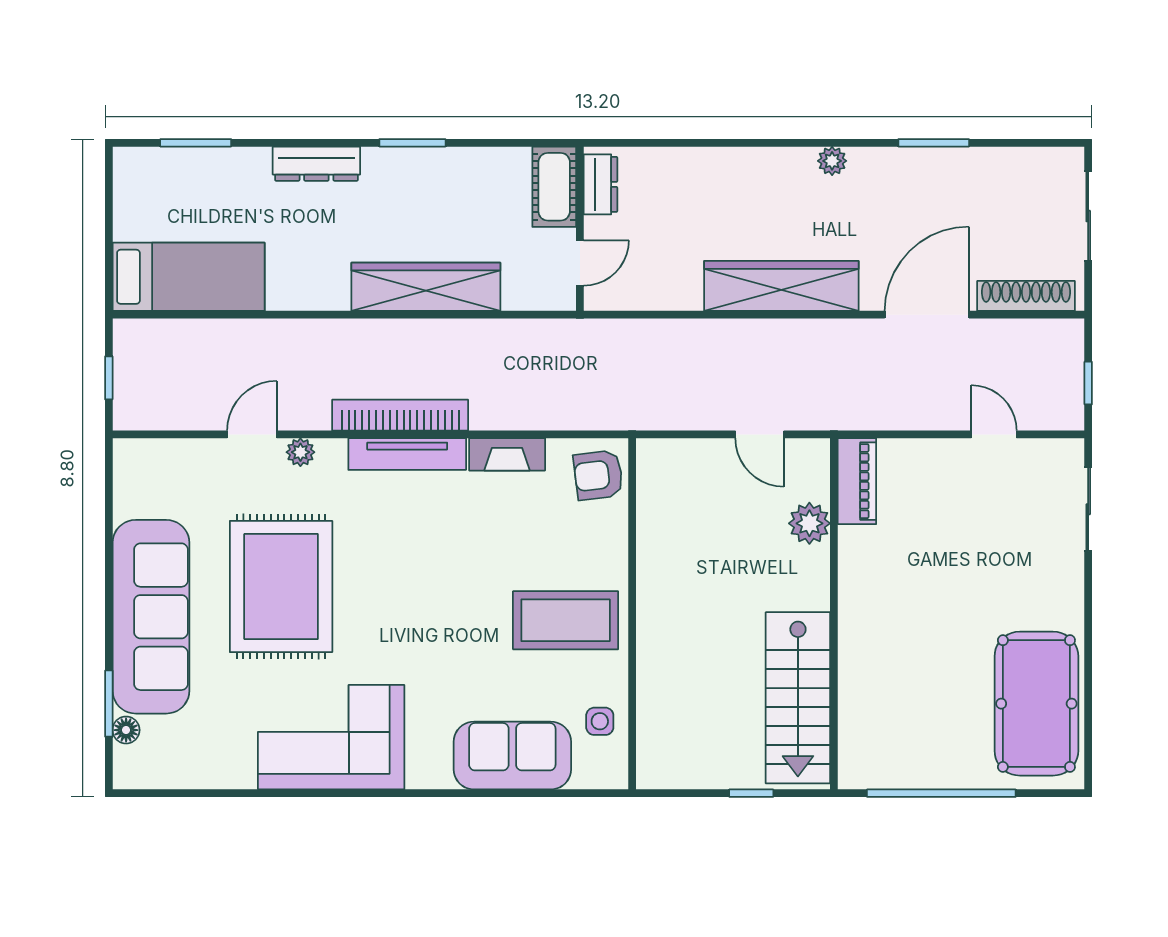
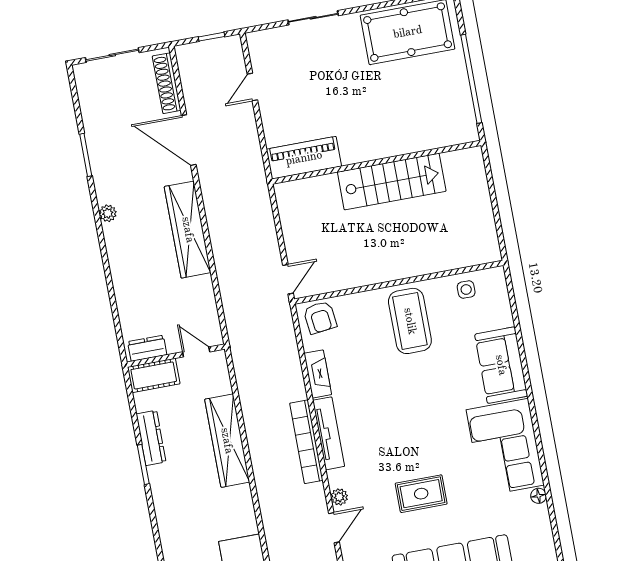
dresser: (316, 164) -> (151, 438), moved
door: (252, 434) -> (334, 528), swing flipped
door: (760, 434) -> (288, 279), moved
piano: (857, 481) -> (304, 158), width x1.37, depth x1.33
sliding door: (1088, 509) -> (313, 18), moved
plant: (809, 523) -> (325, 187), removed
rug: (281, 586) -> (421, 494), width x0.54, depth x0.49
stairs: (798, 698) -> (392, 182), moved
sofa: (512, 756) -> (501, 365), moved
floor lamp: (242, 777) -> (538, 496), added
window: (751, 793) -> (492, 192), removed

